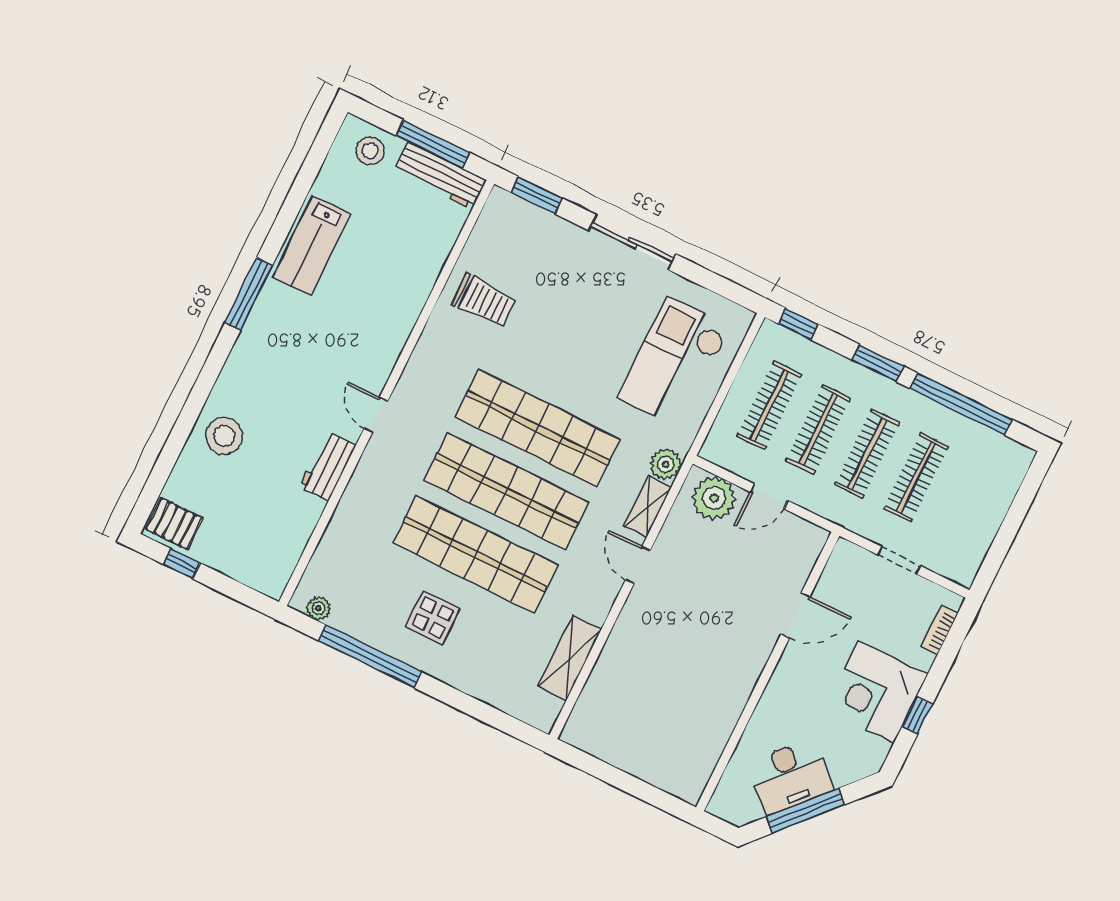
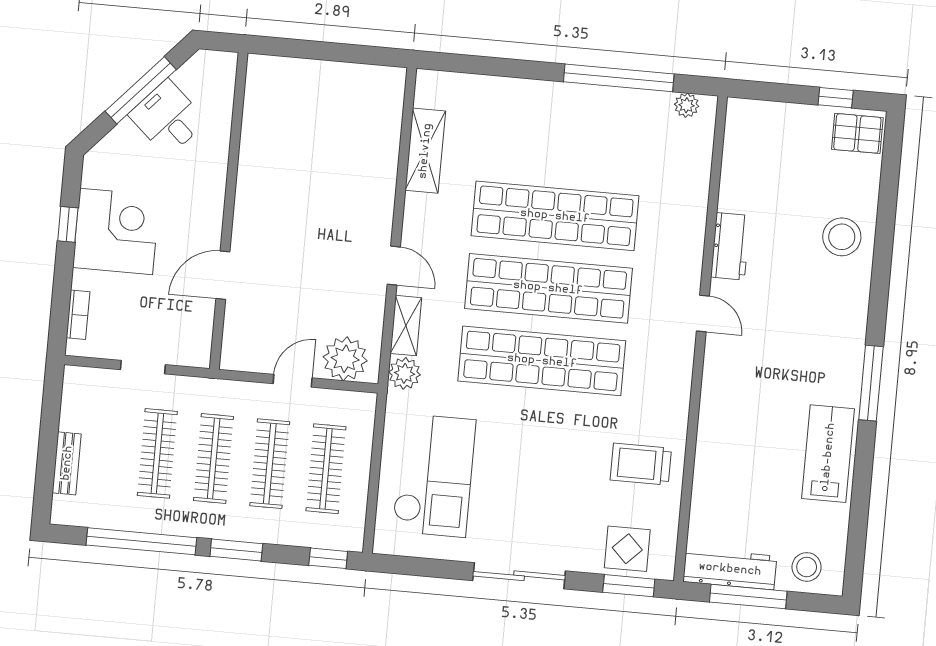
bench: (1001, 500) -> (67, 463), added
display table: (433, 618) -> (627, 549), moved
desk: (791, 776) -> (168, 118), width x0.73

